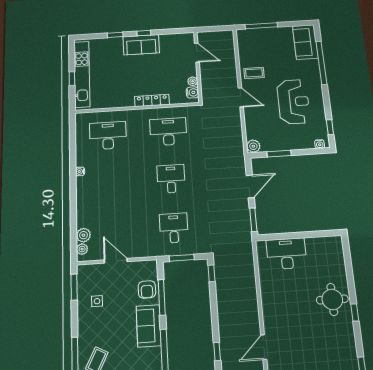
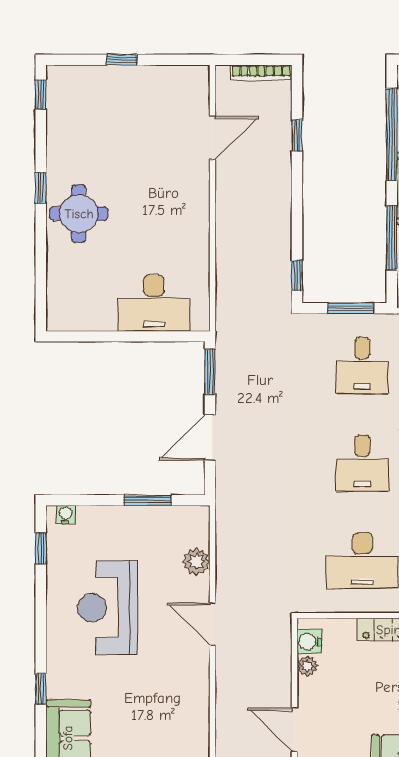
window: (321, 63) -> (41, 689), width x0.32
coffee table: (254, 73) -> (181, 676), removed
plant: (253, 146) -> (196, 562), moved

